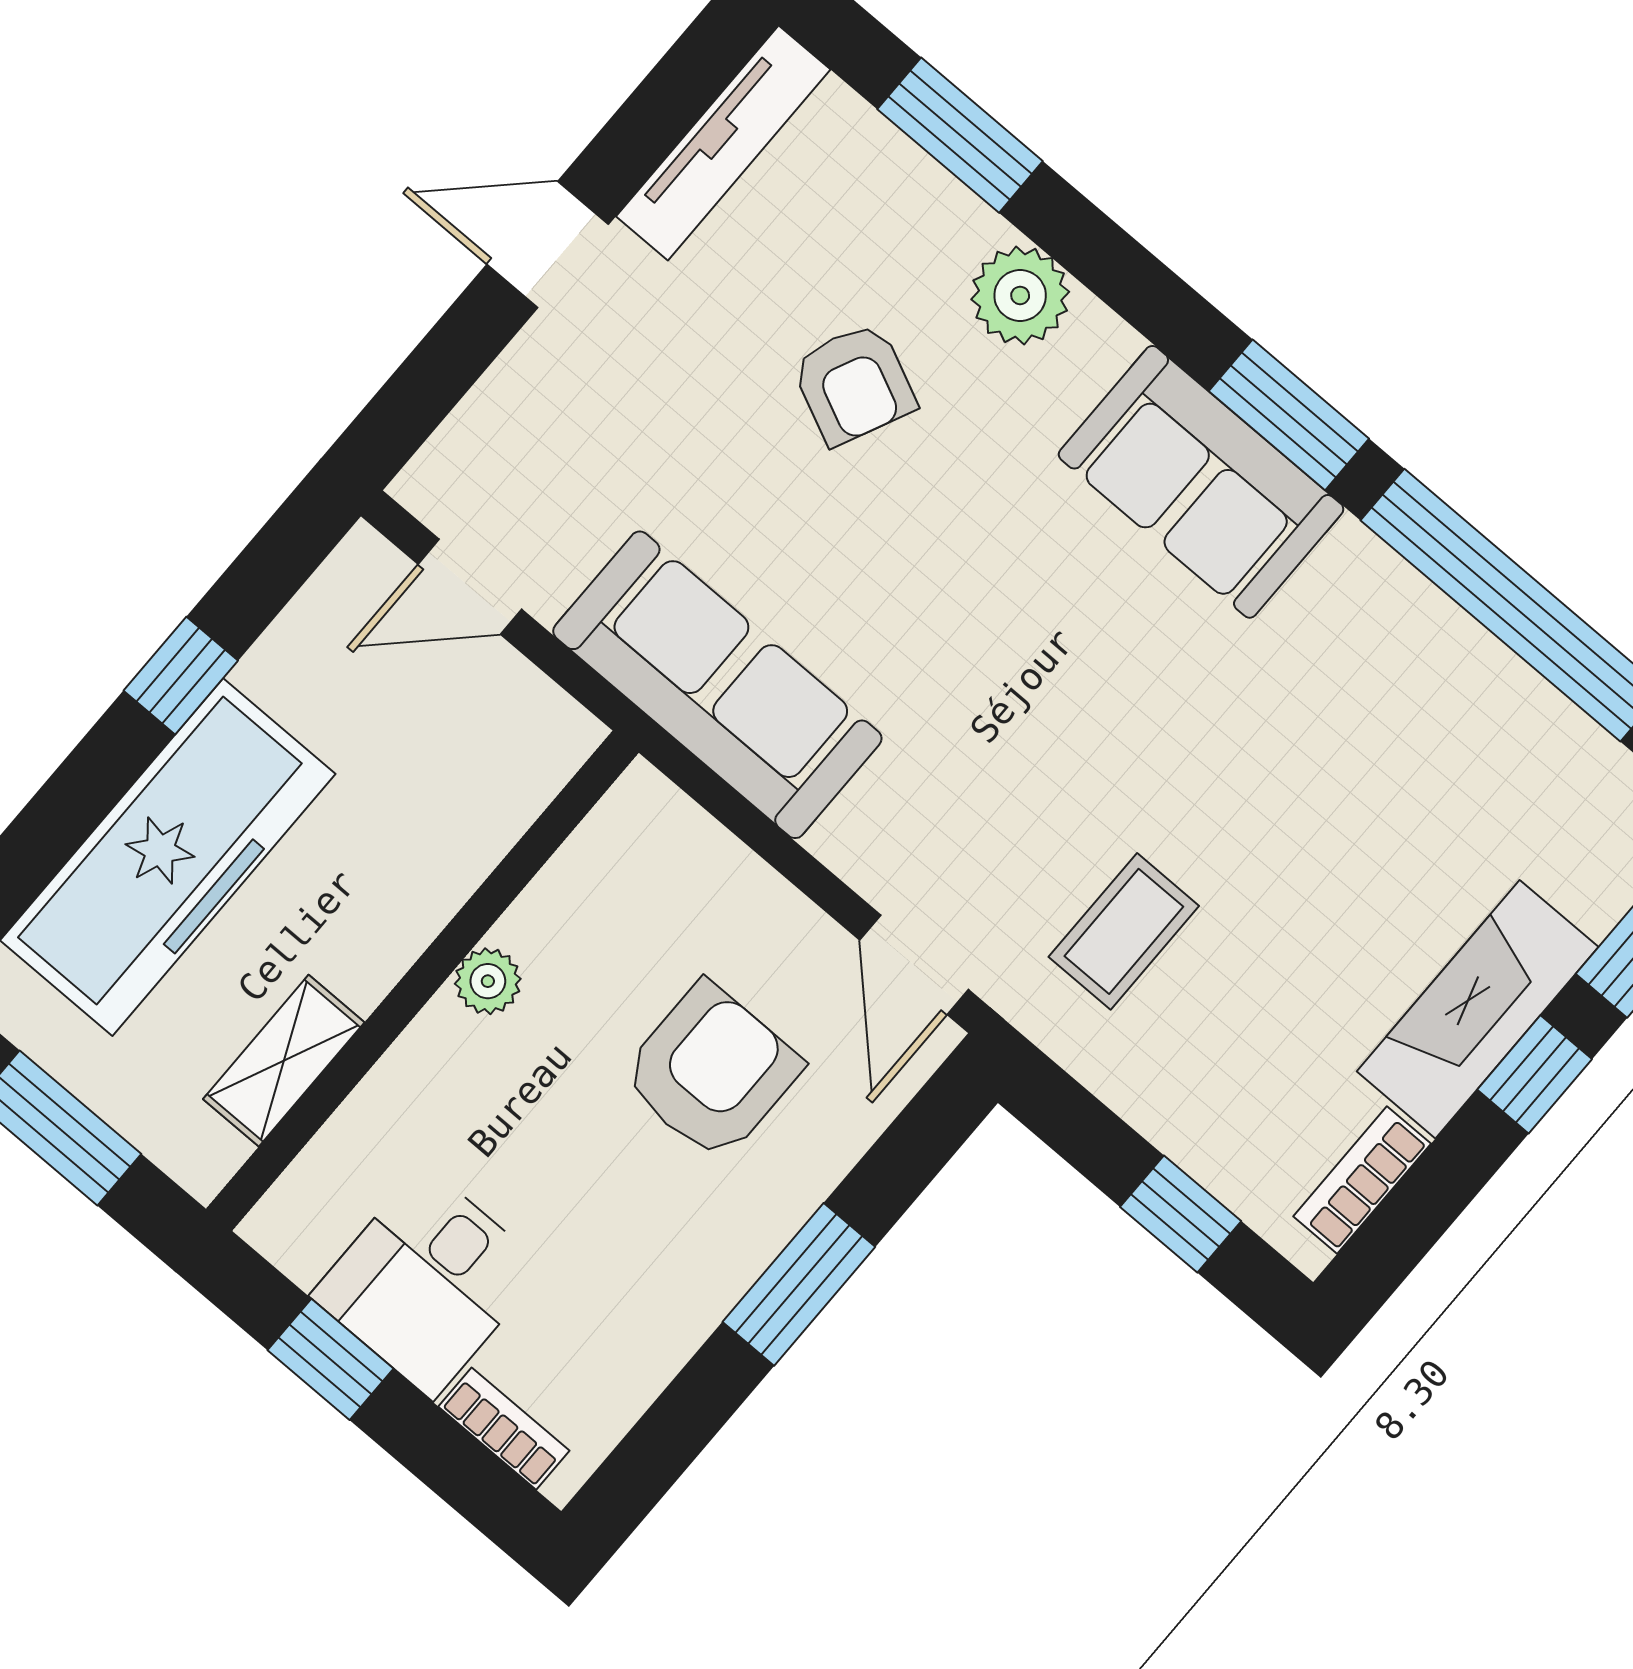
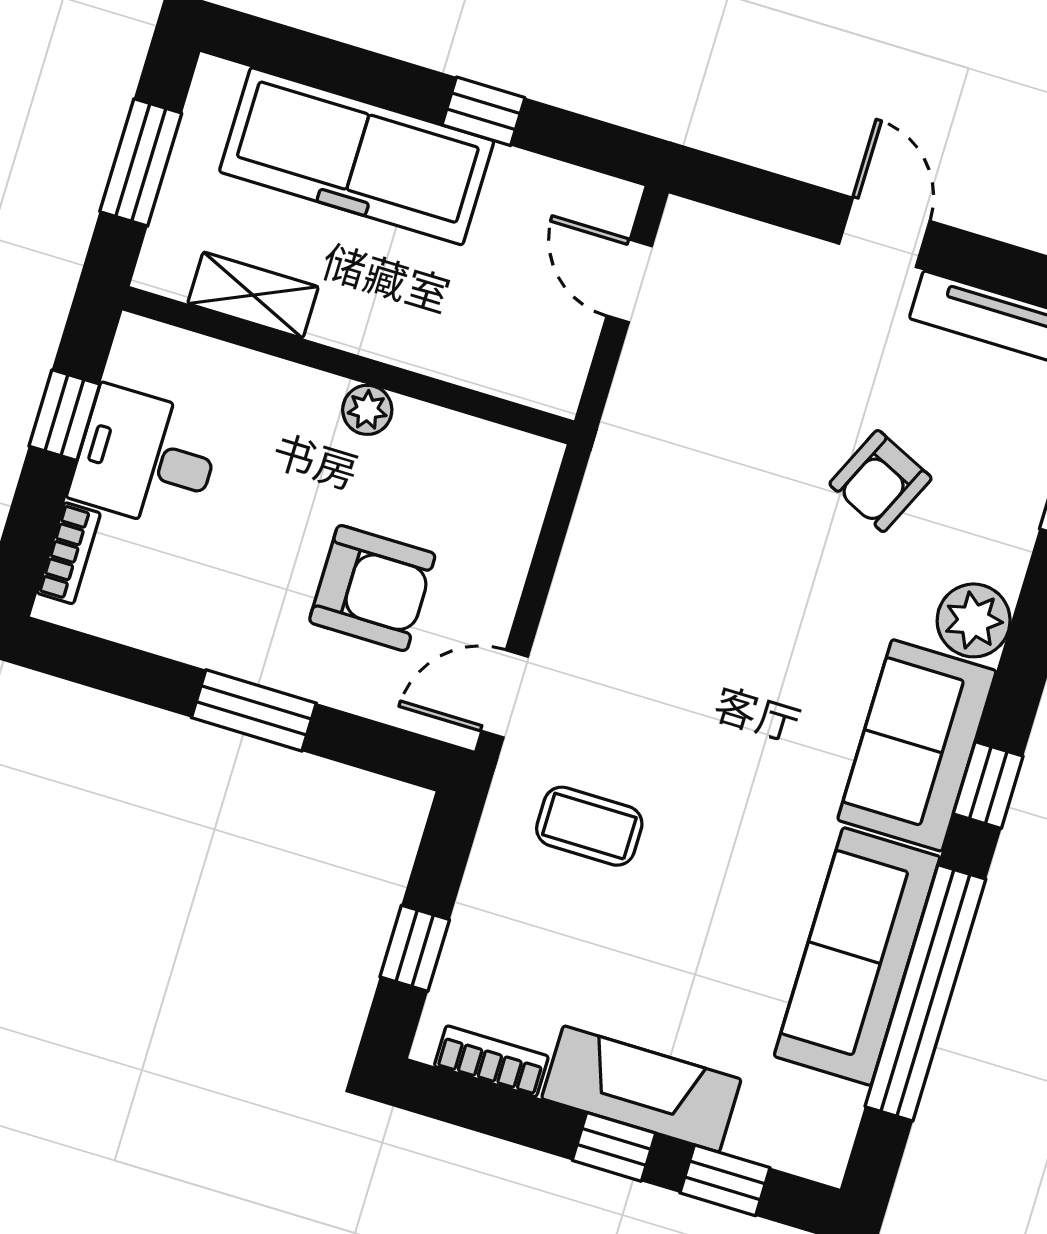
plant: (1020, 295) -> (974, 620), moved
window: (1289, 415) -> (988, 785), width x0.67
sofa: (717, 685) -> (857, 956), moved, turned 180

